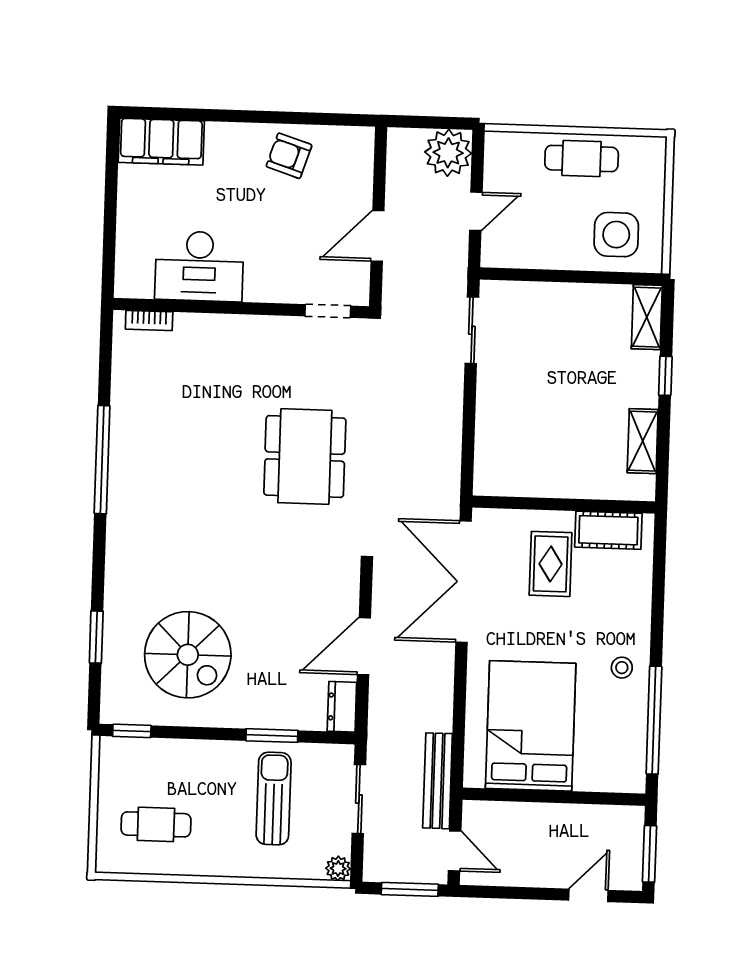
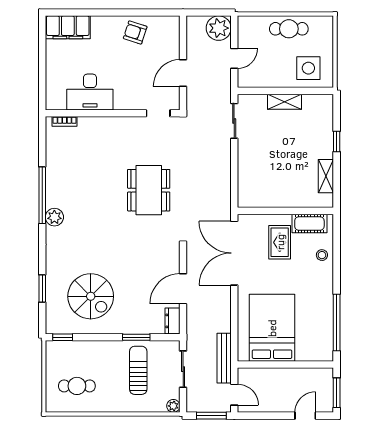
shelving: (647, 317) -> (284, 102), moved, turned 90
plant: (124, 502) -> (54, 217), added
stool: (622, 668) -> (322, 255), moved

